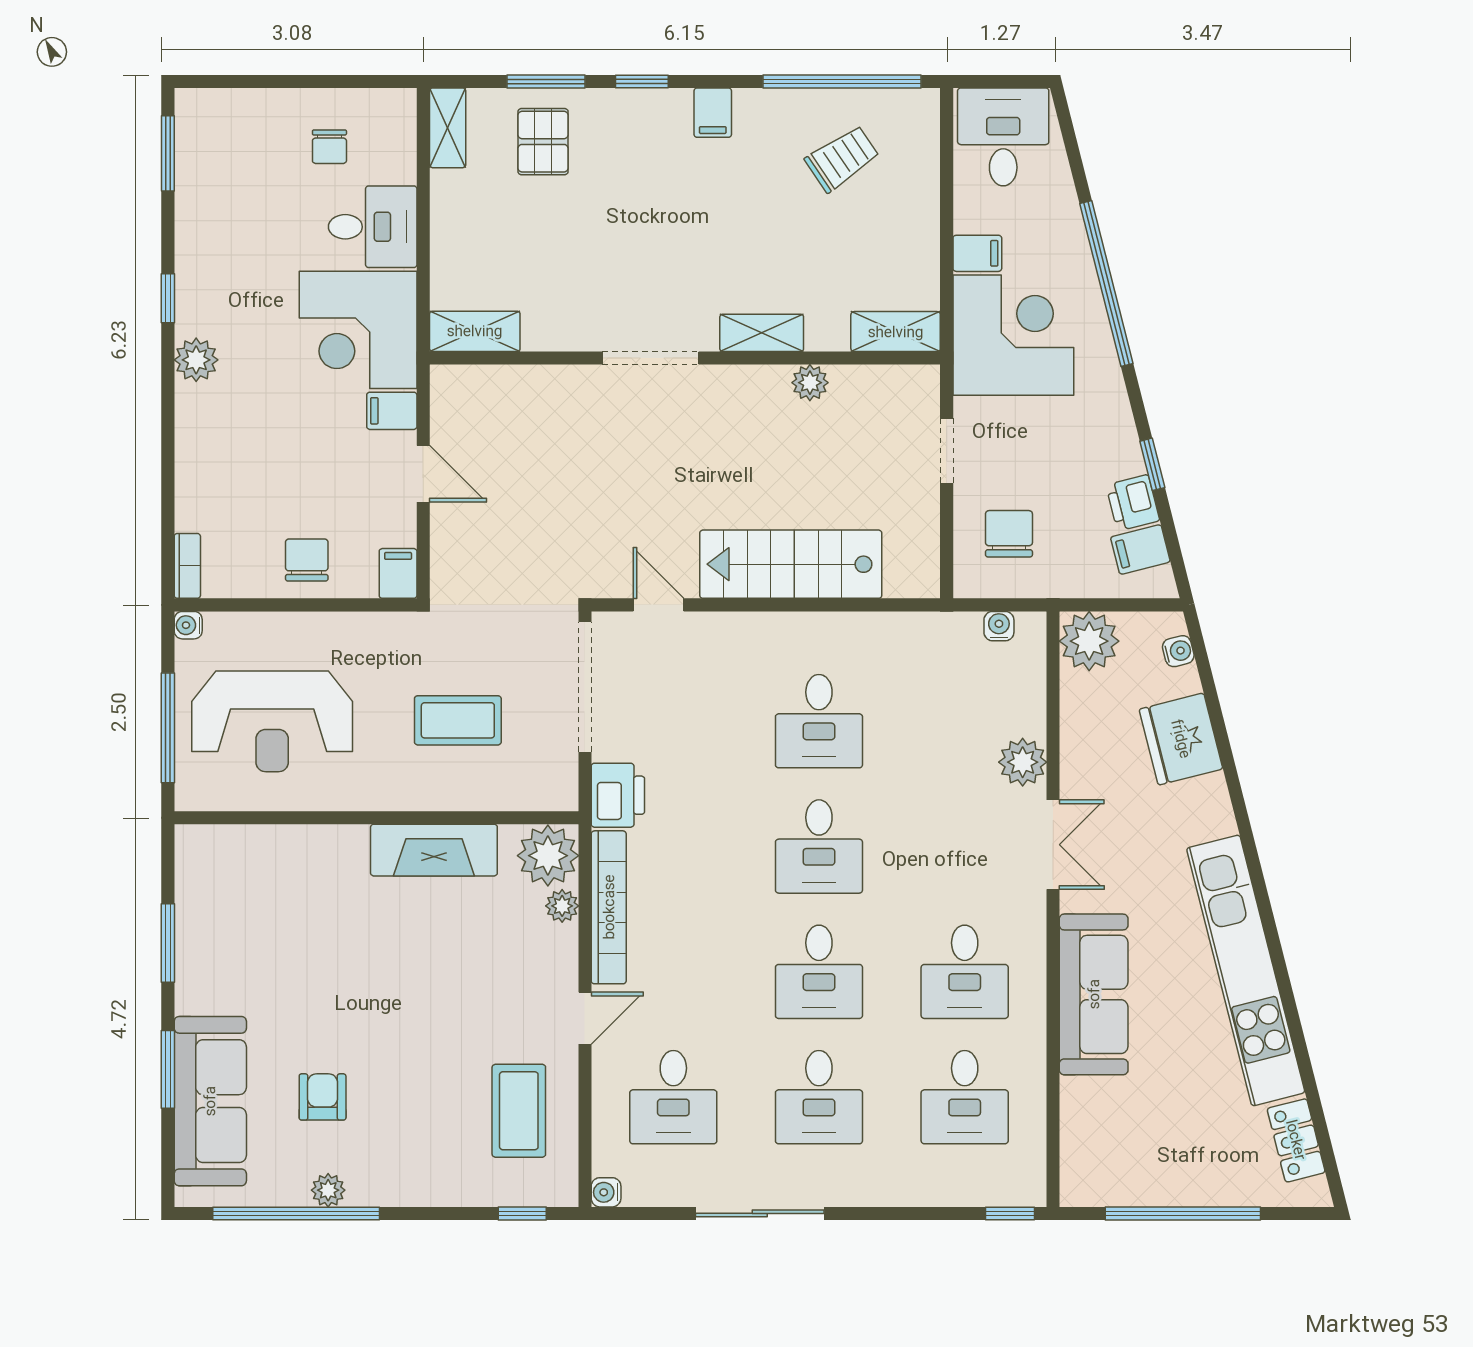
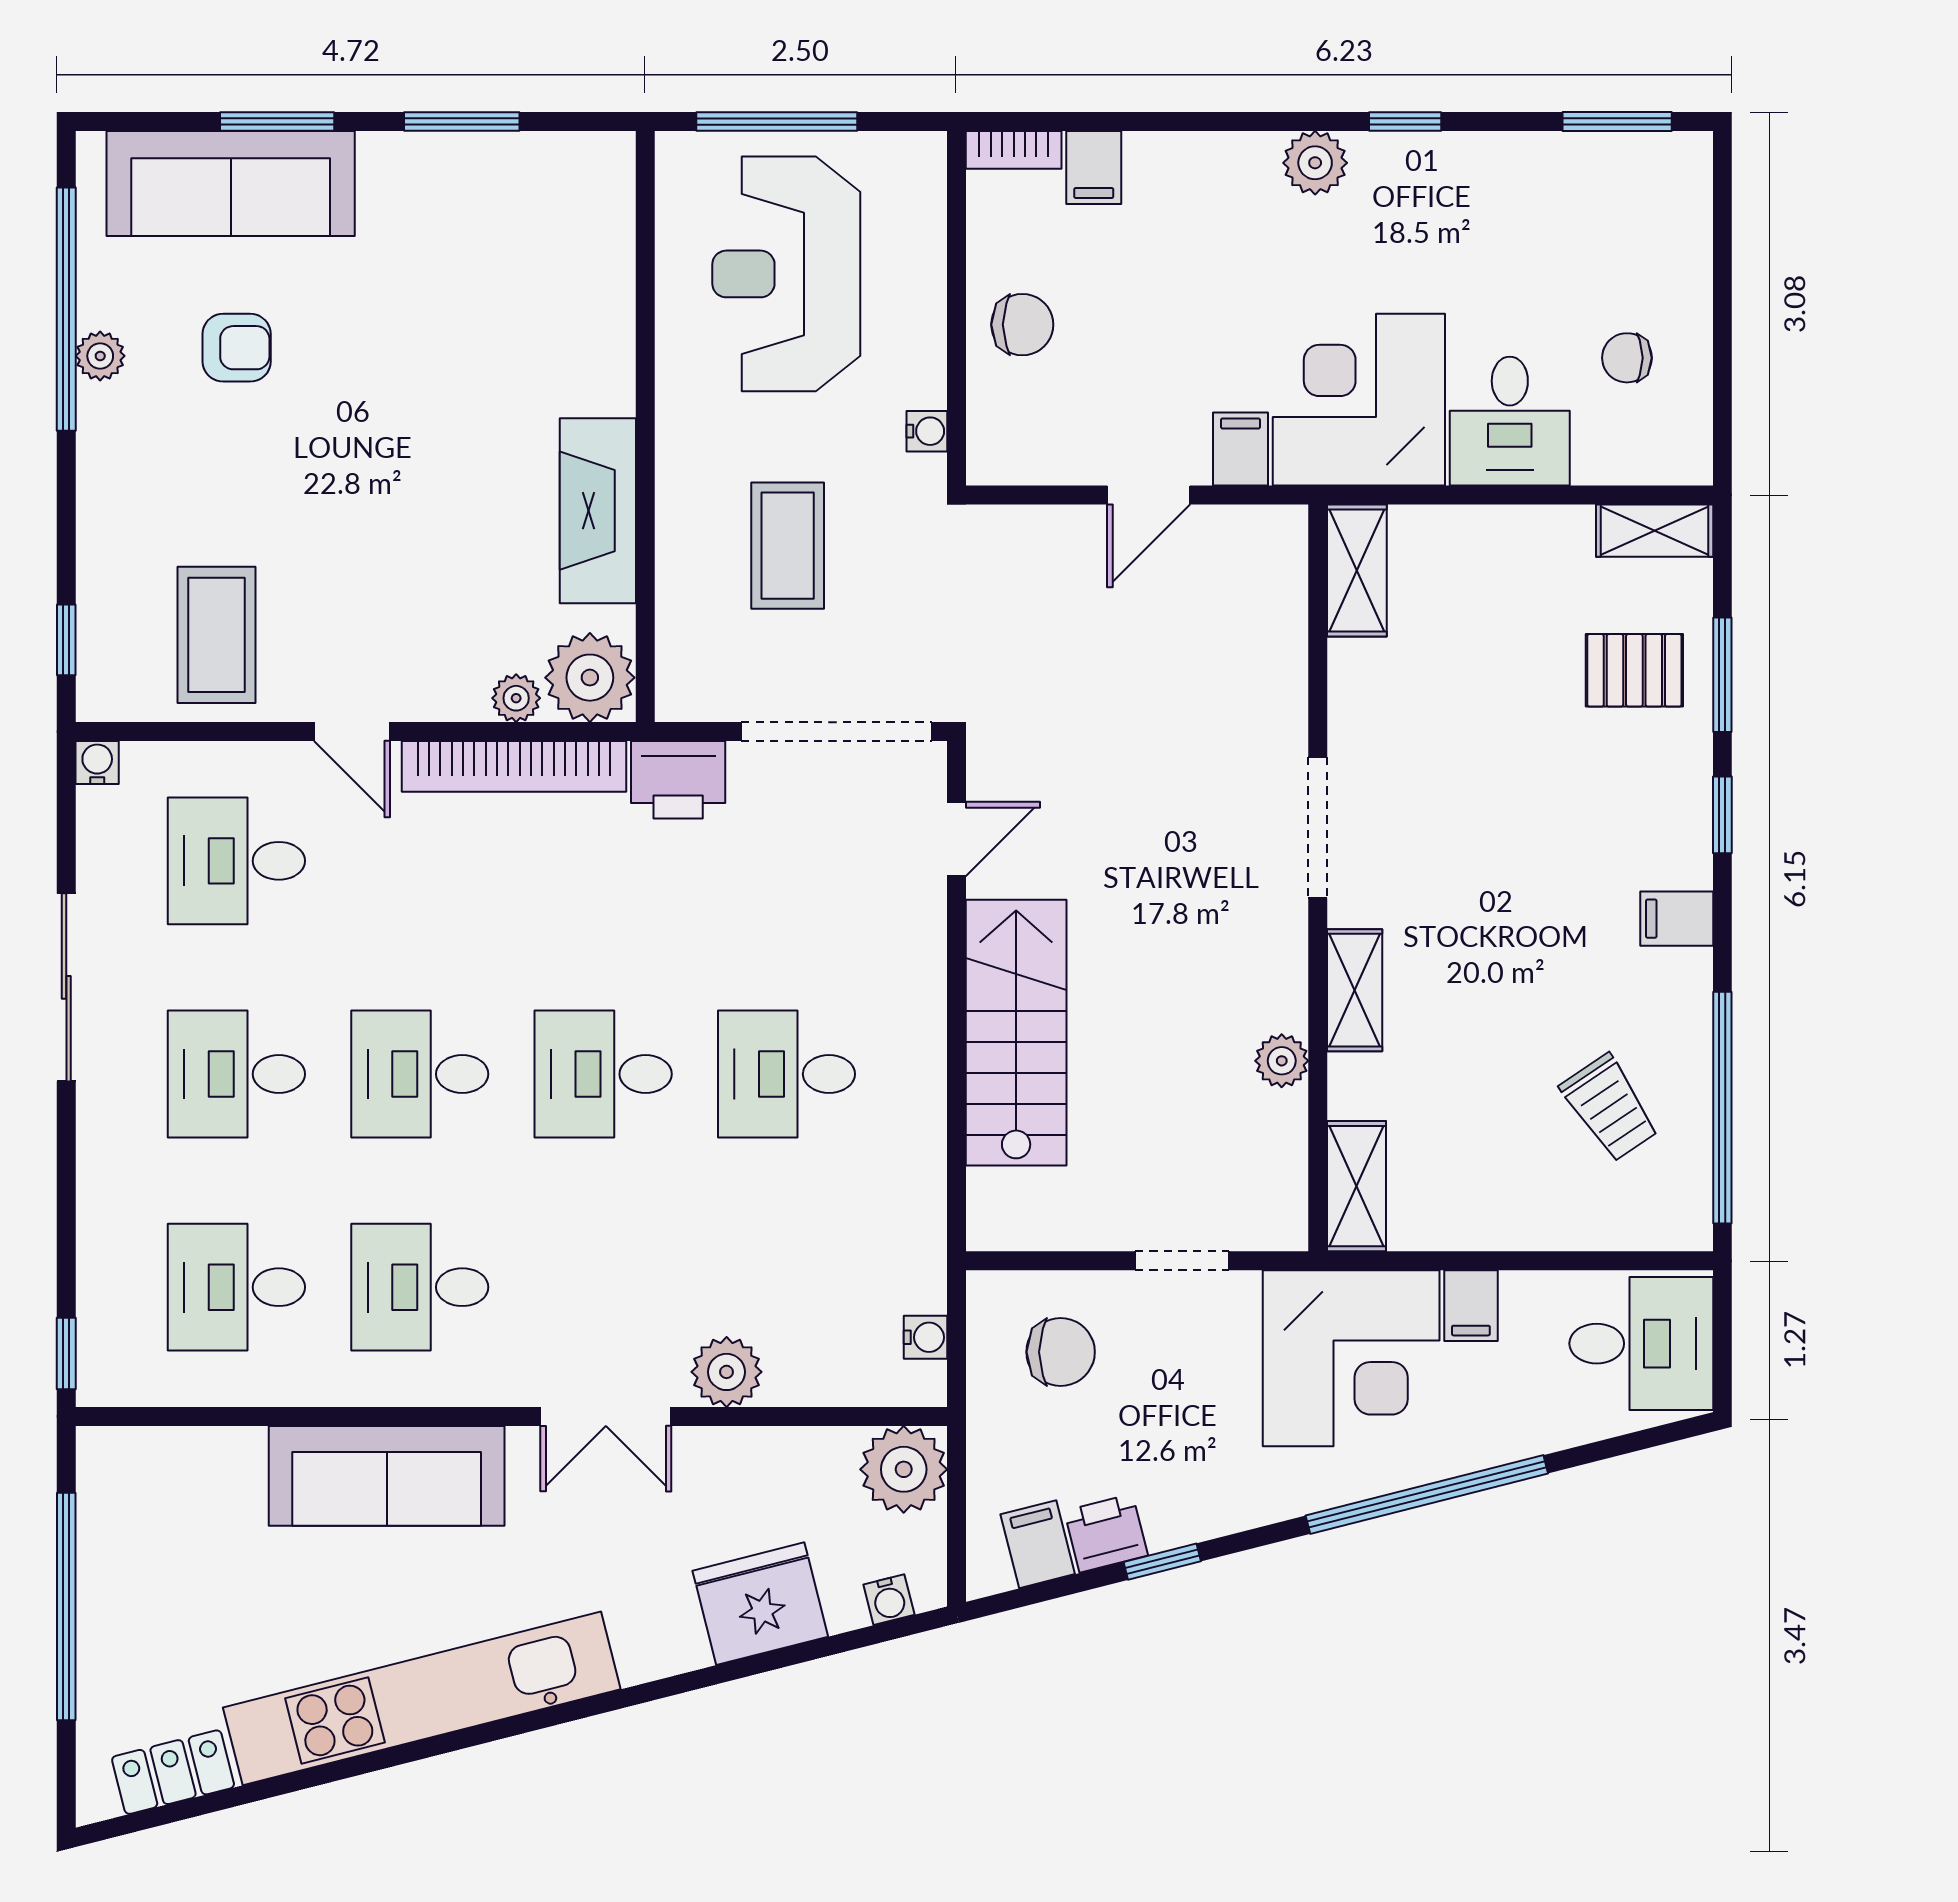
filing cabinet: (398, 573) -> (1094, 167), moved, turned 90
water cooler: (188, 625) -> (927, 431), moved, turned 90
coffee table: (519, 1111) -> (216, 635), turned 90

